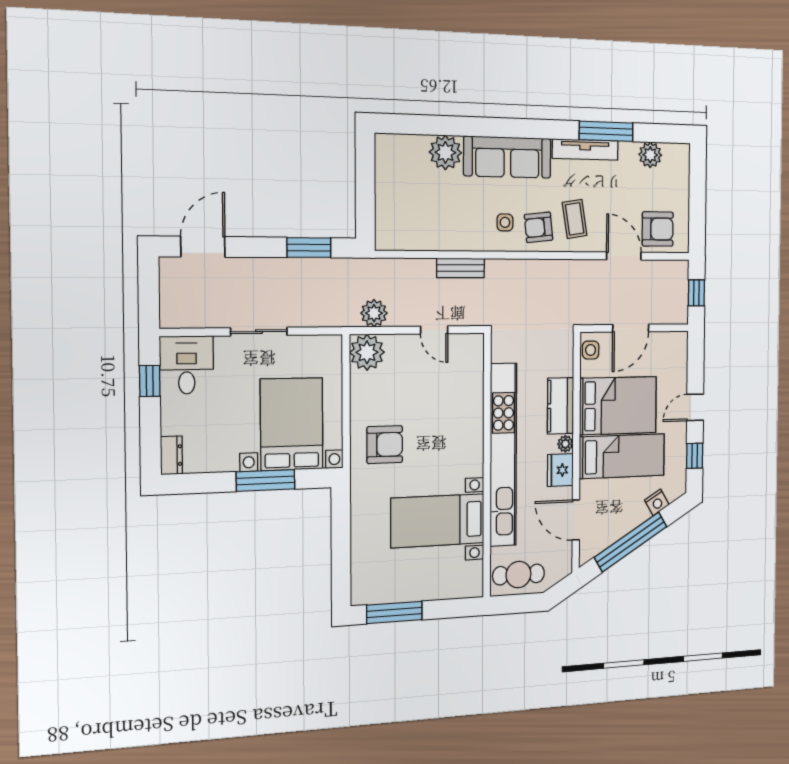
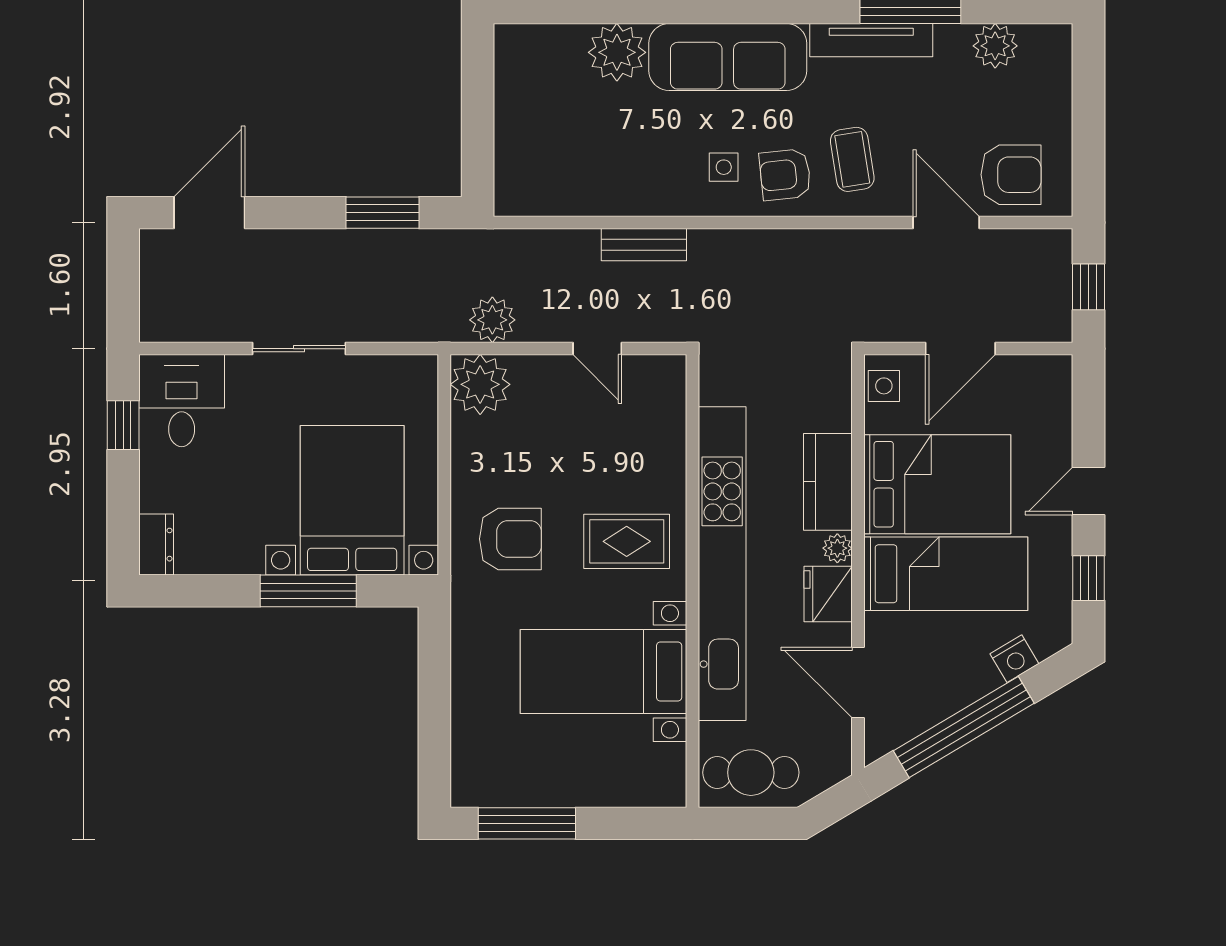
rug: (451, 444) -> (627, 541), added

